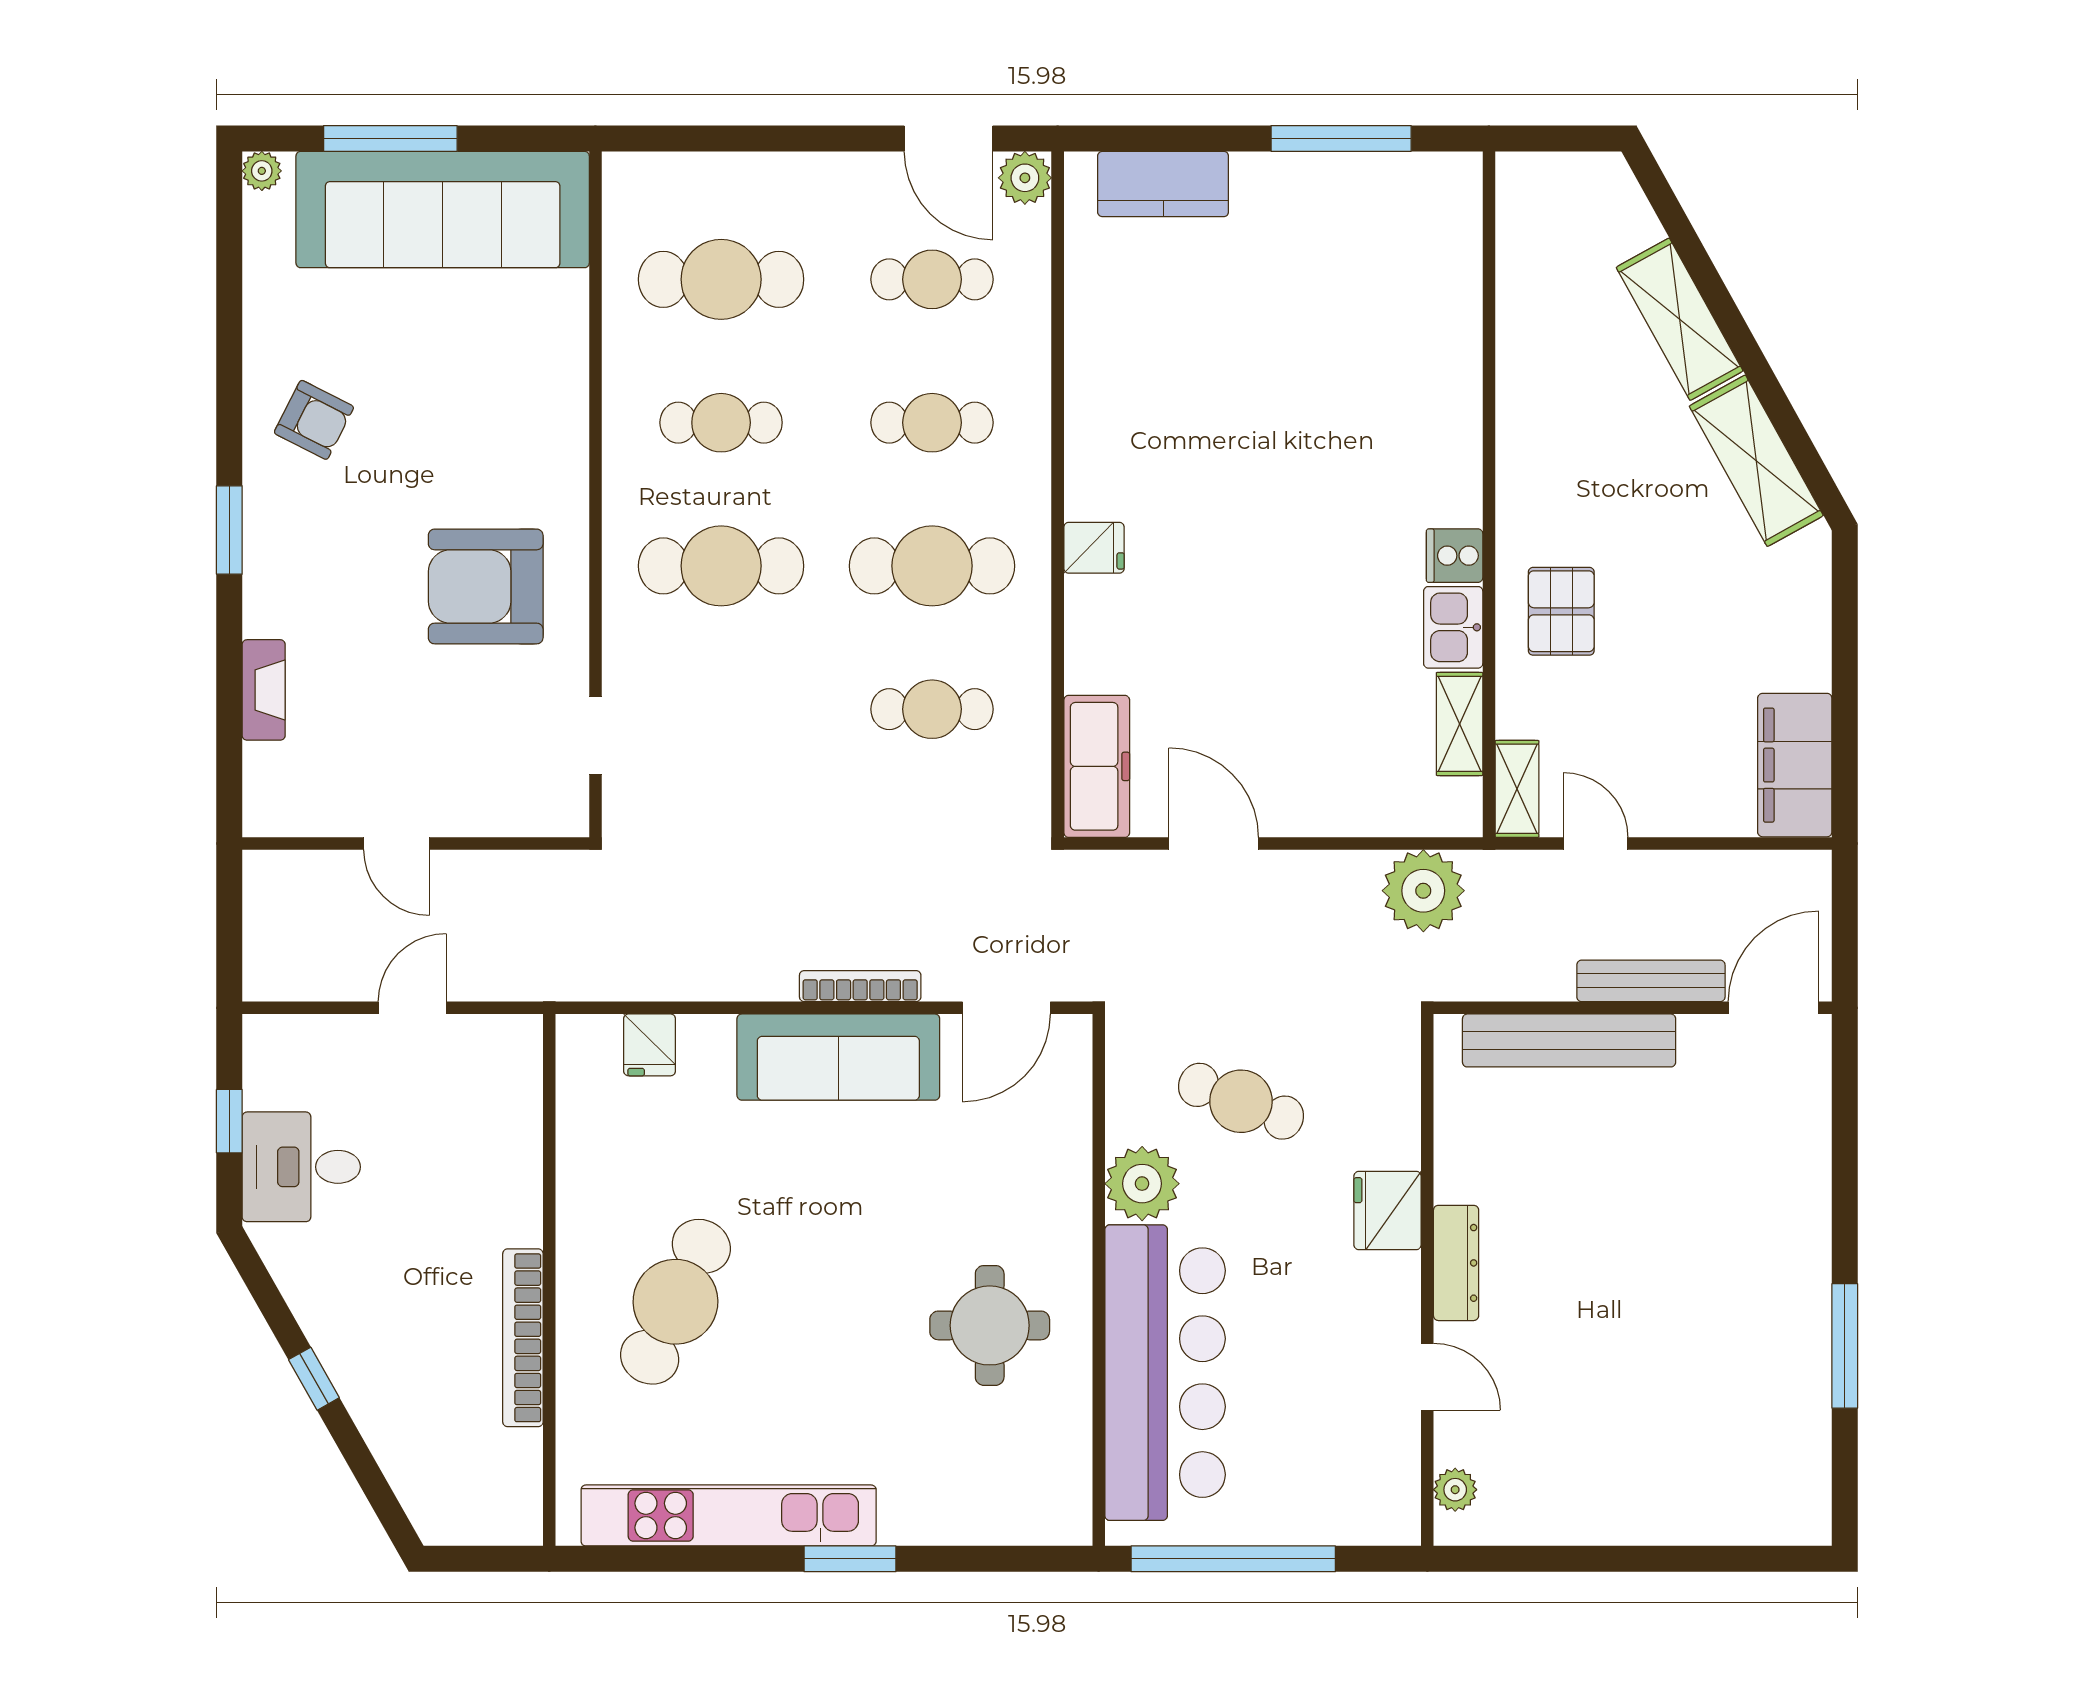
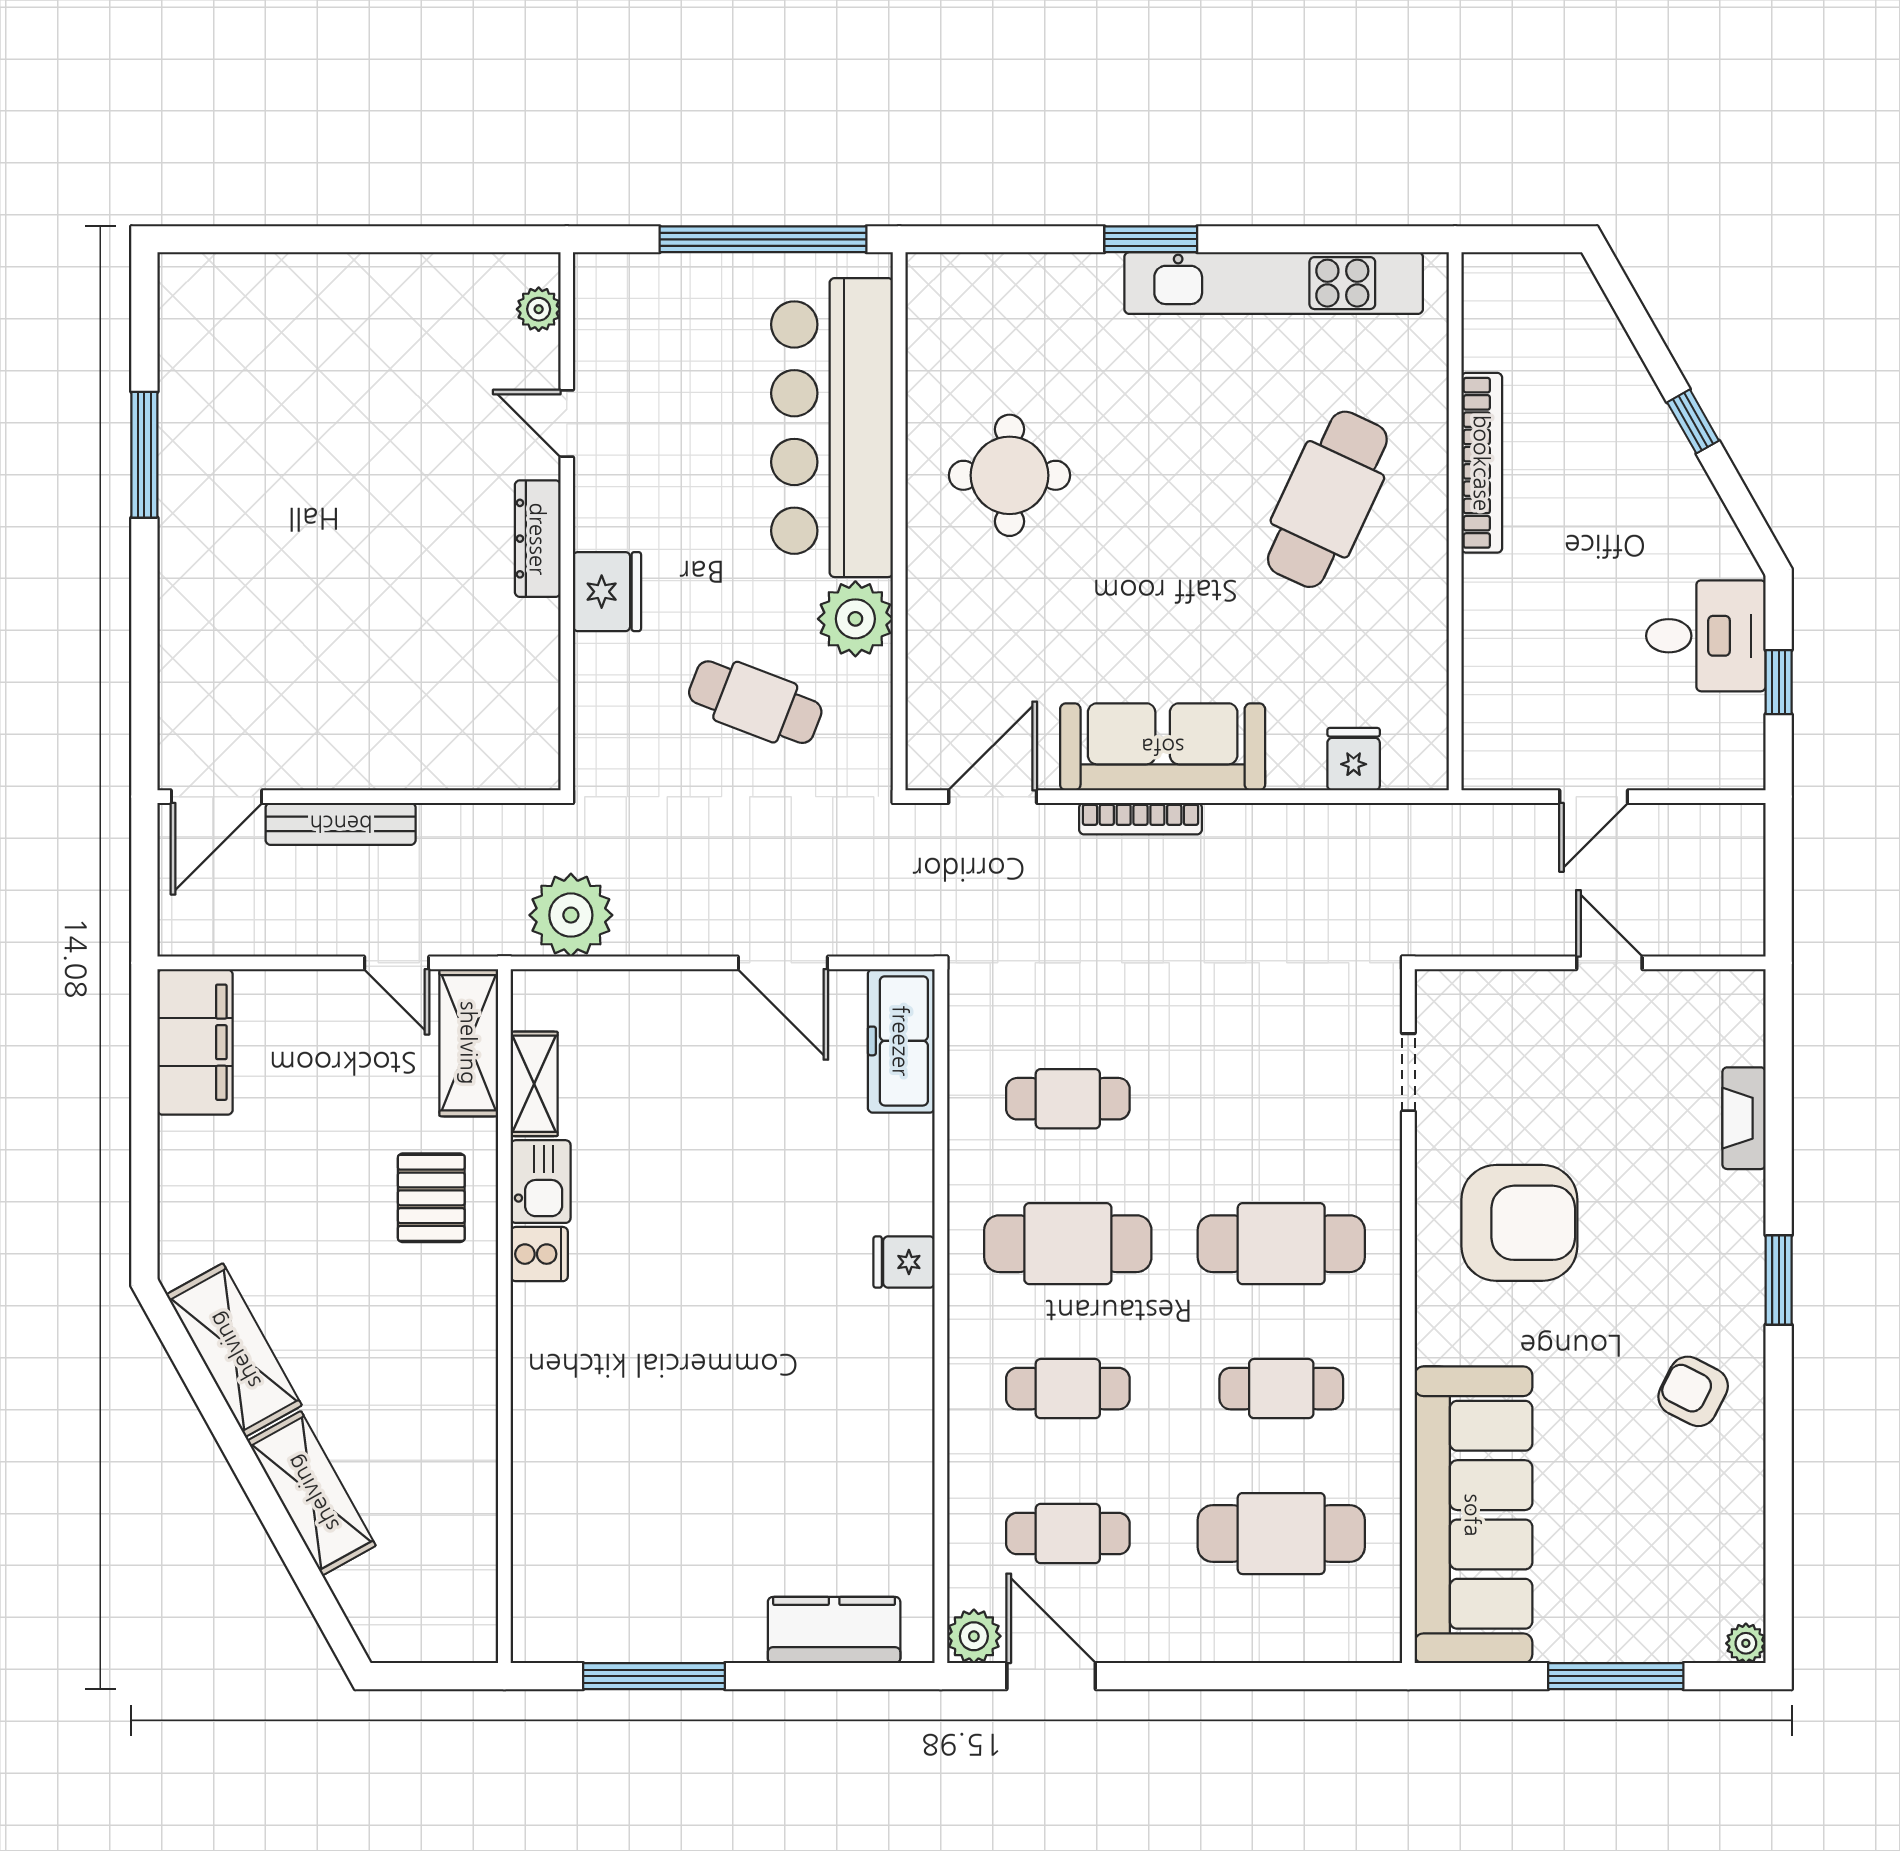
sofa: (443, 210) -> (1473, 1515), moved, turned 90
shelving: (1517, 789) -> (469, 1043), width x1.50, depth x1.33
bench: (1569, 1040) -> (423, 764), removed

